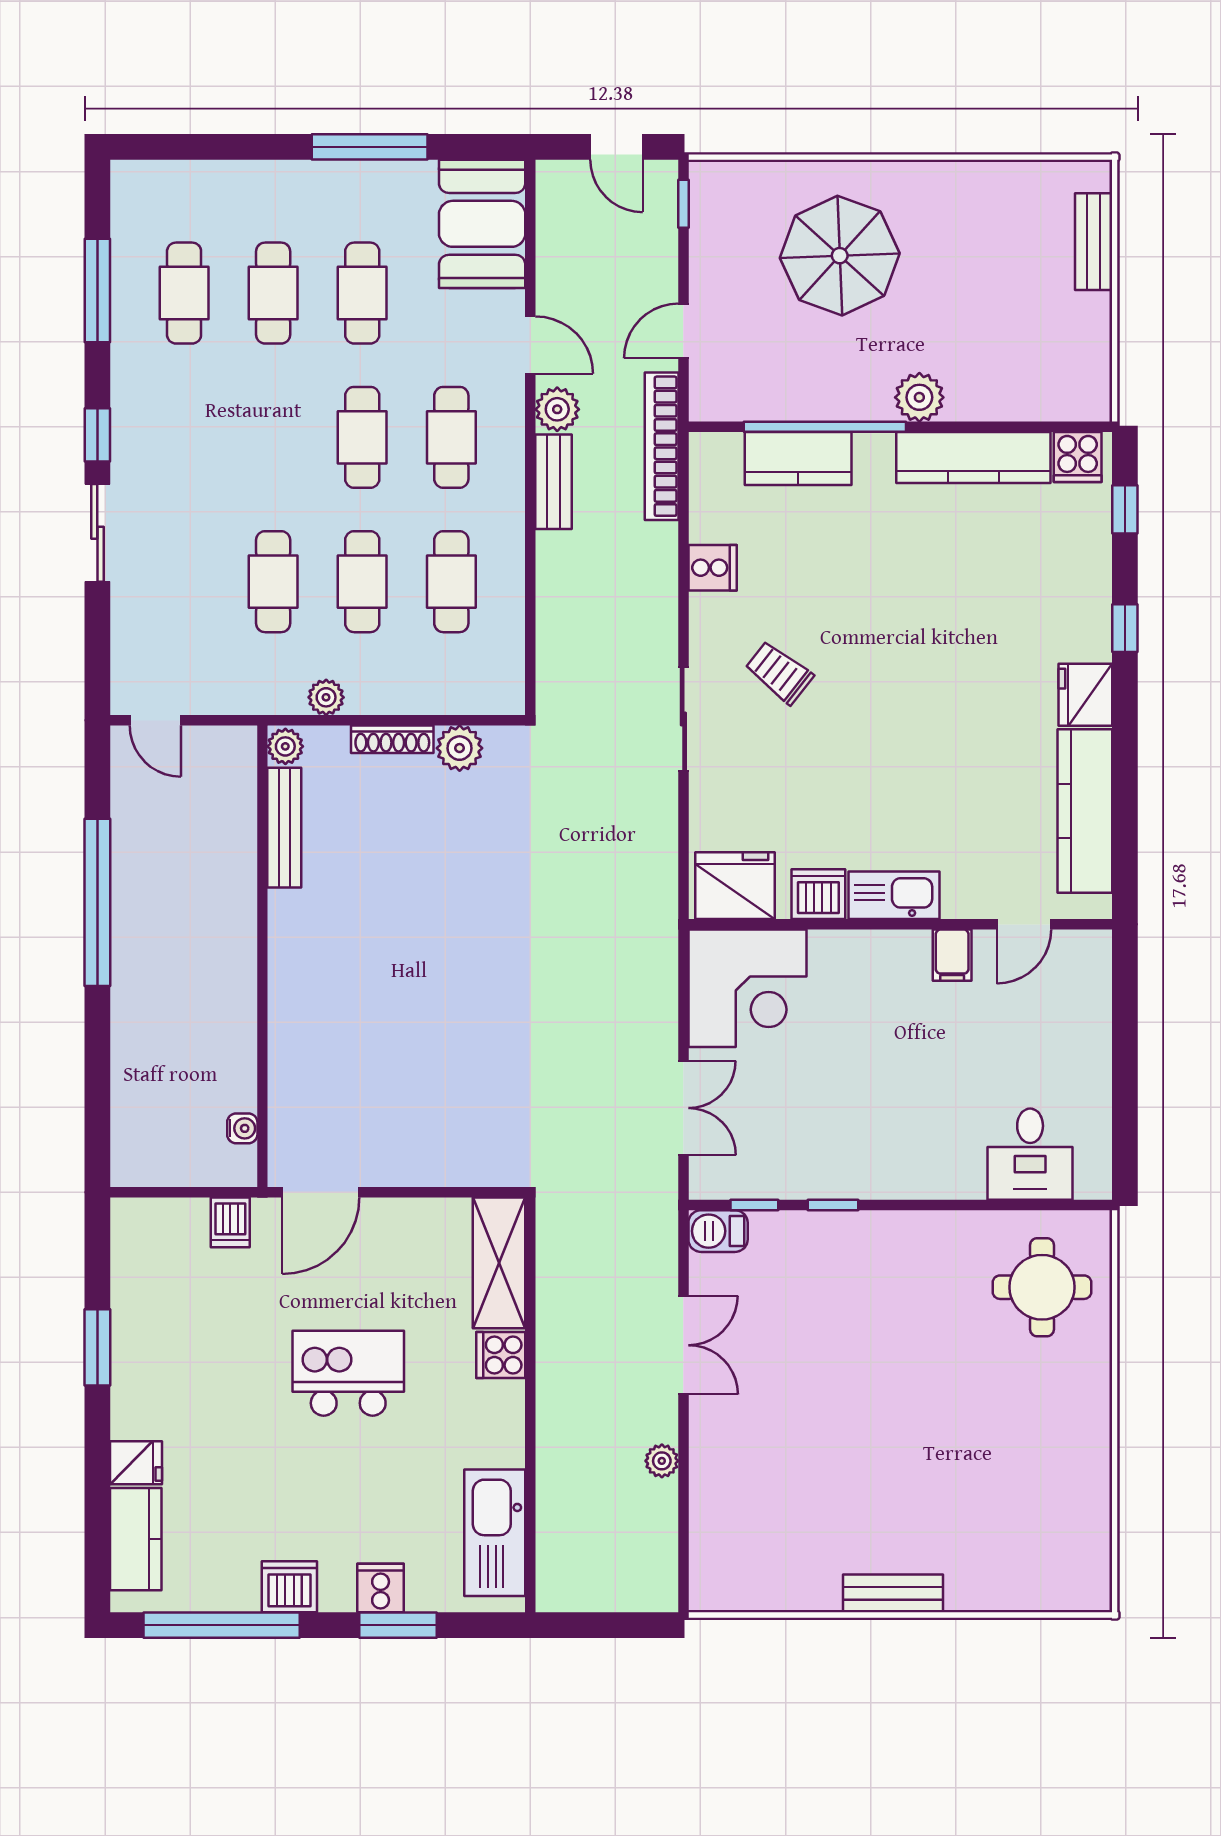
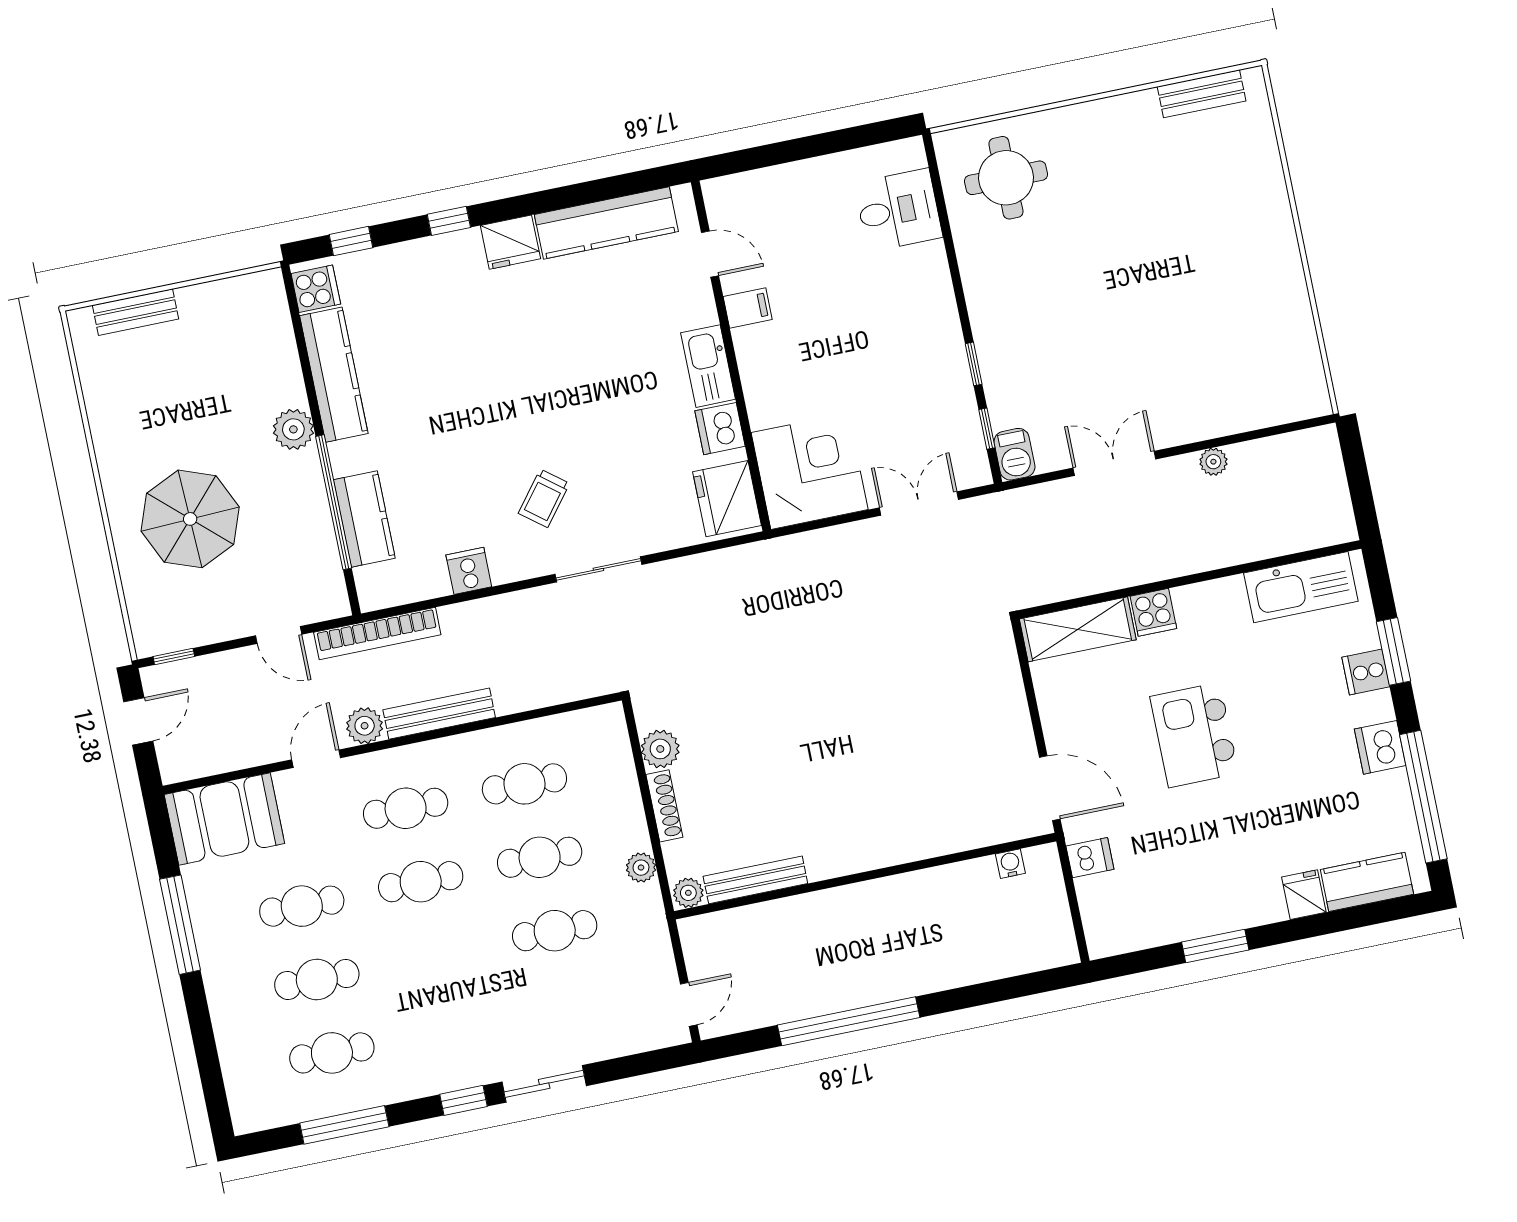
bench: (554, 482) -> (439, 714), width x1.36
bench: (893, 1593) -> (1202, 94), moved, turned 90

